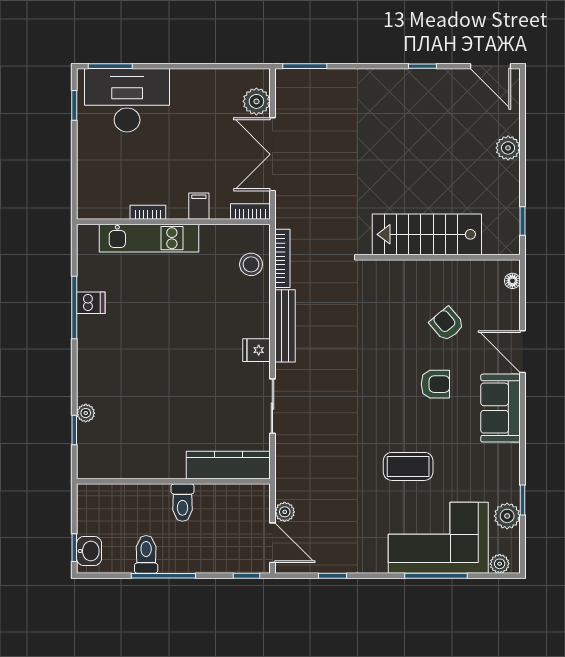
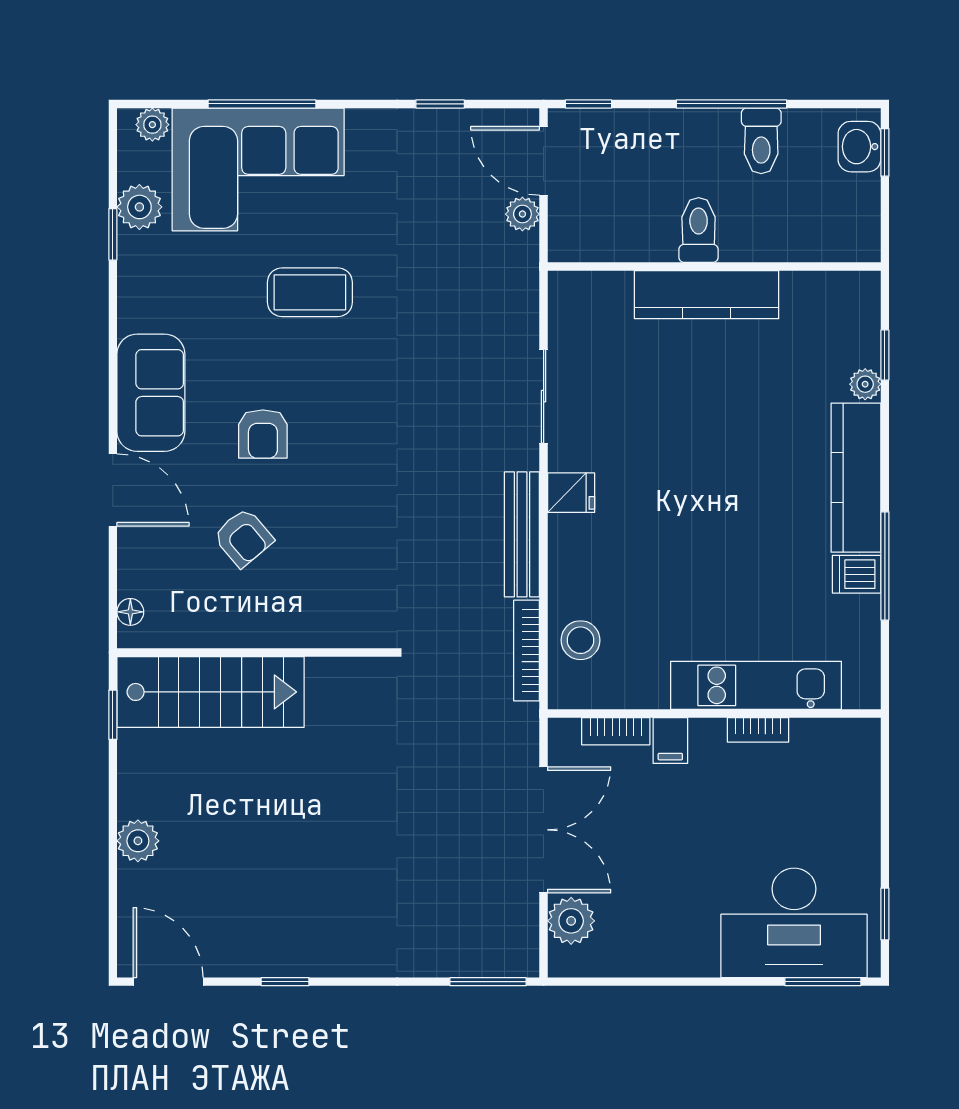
bookcase: (250, 212) -> (616, 731), moved
stairs: (427, 234) -> (211, 692), moved
kitchen counter: (91, 359) -> (856, 478), added
armchair: (435, 384) -> (263, 434), turned -90
kitchen counter: (228, 465) -> (707, 295), moved

